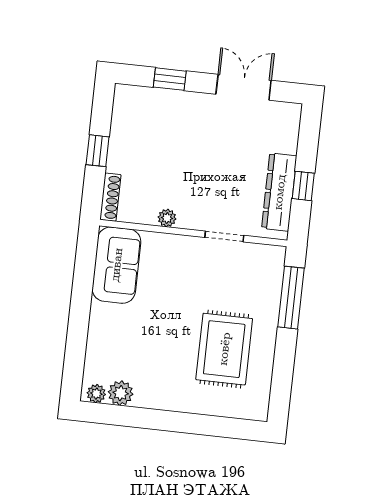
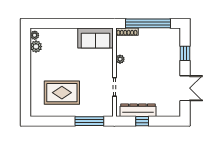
window: (98, 151) -> (148, 23), width x3.17

